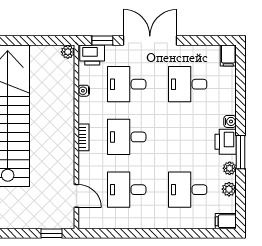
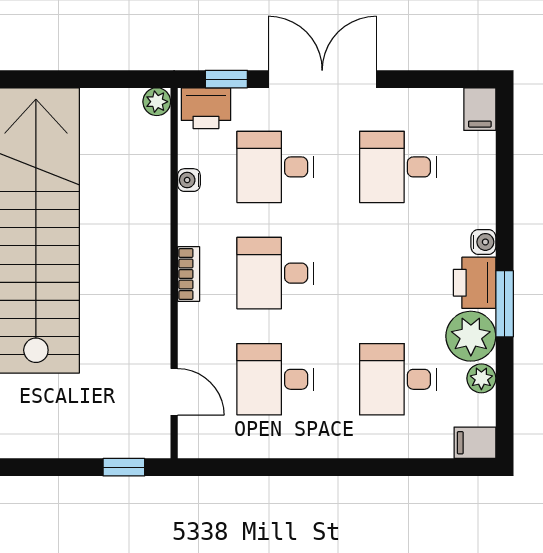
plant: (230, 168) -> (471, 336), width x1.88, depth x1.88

